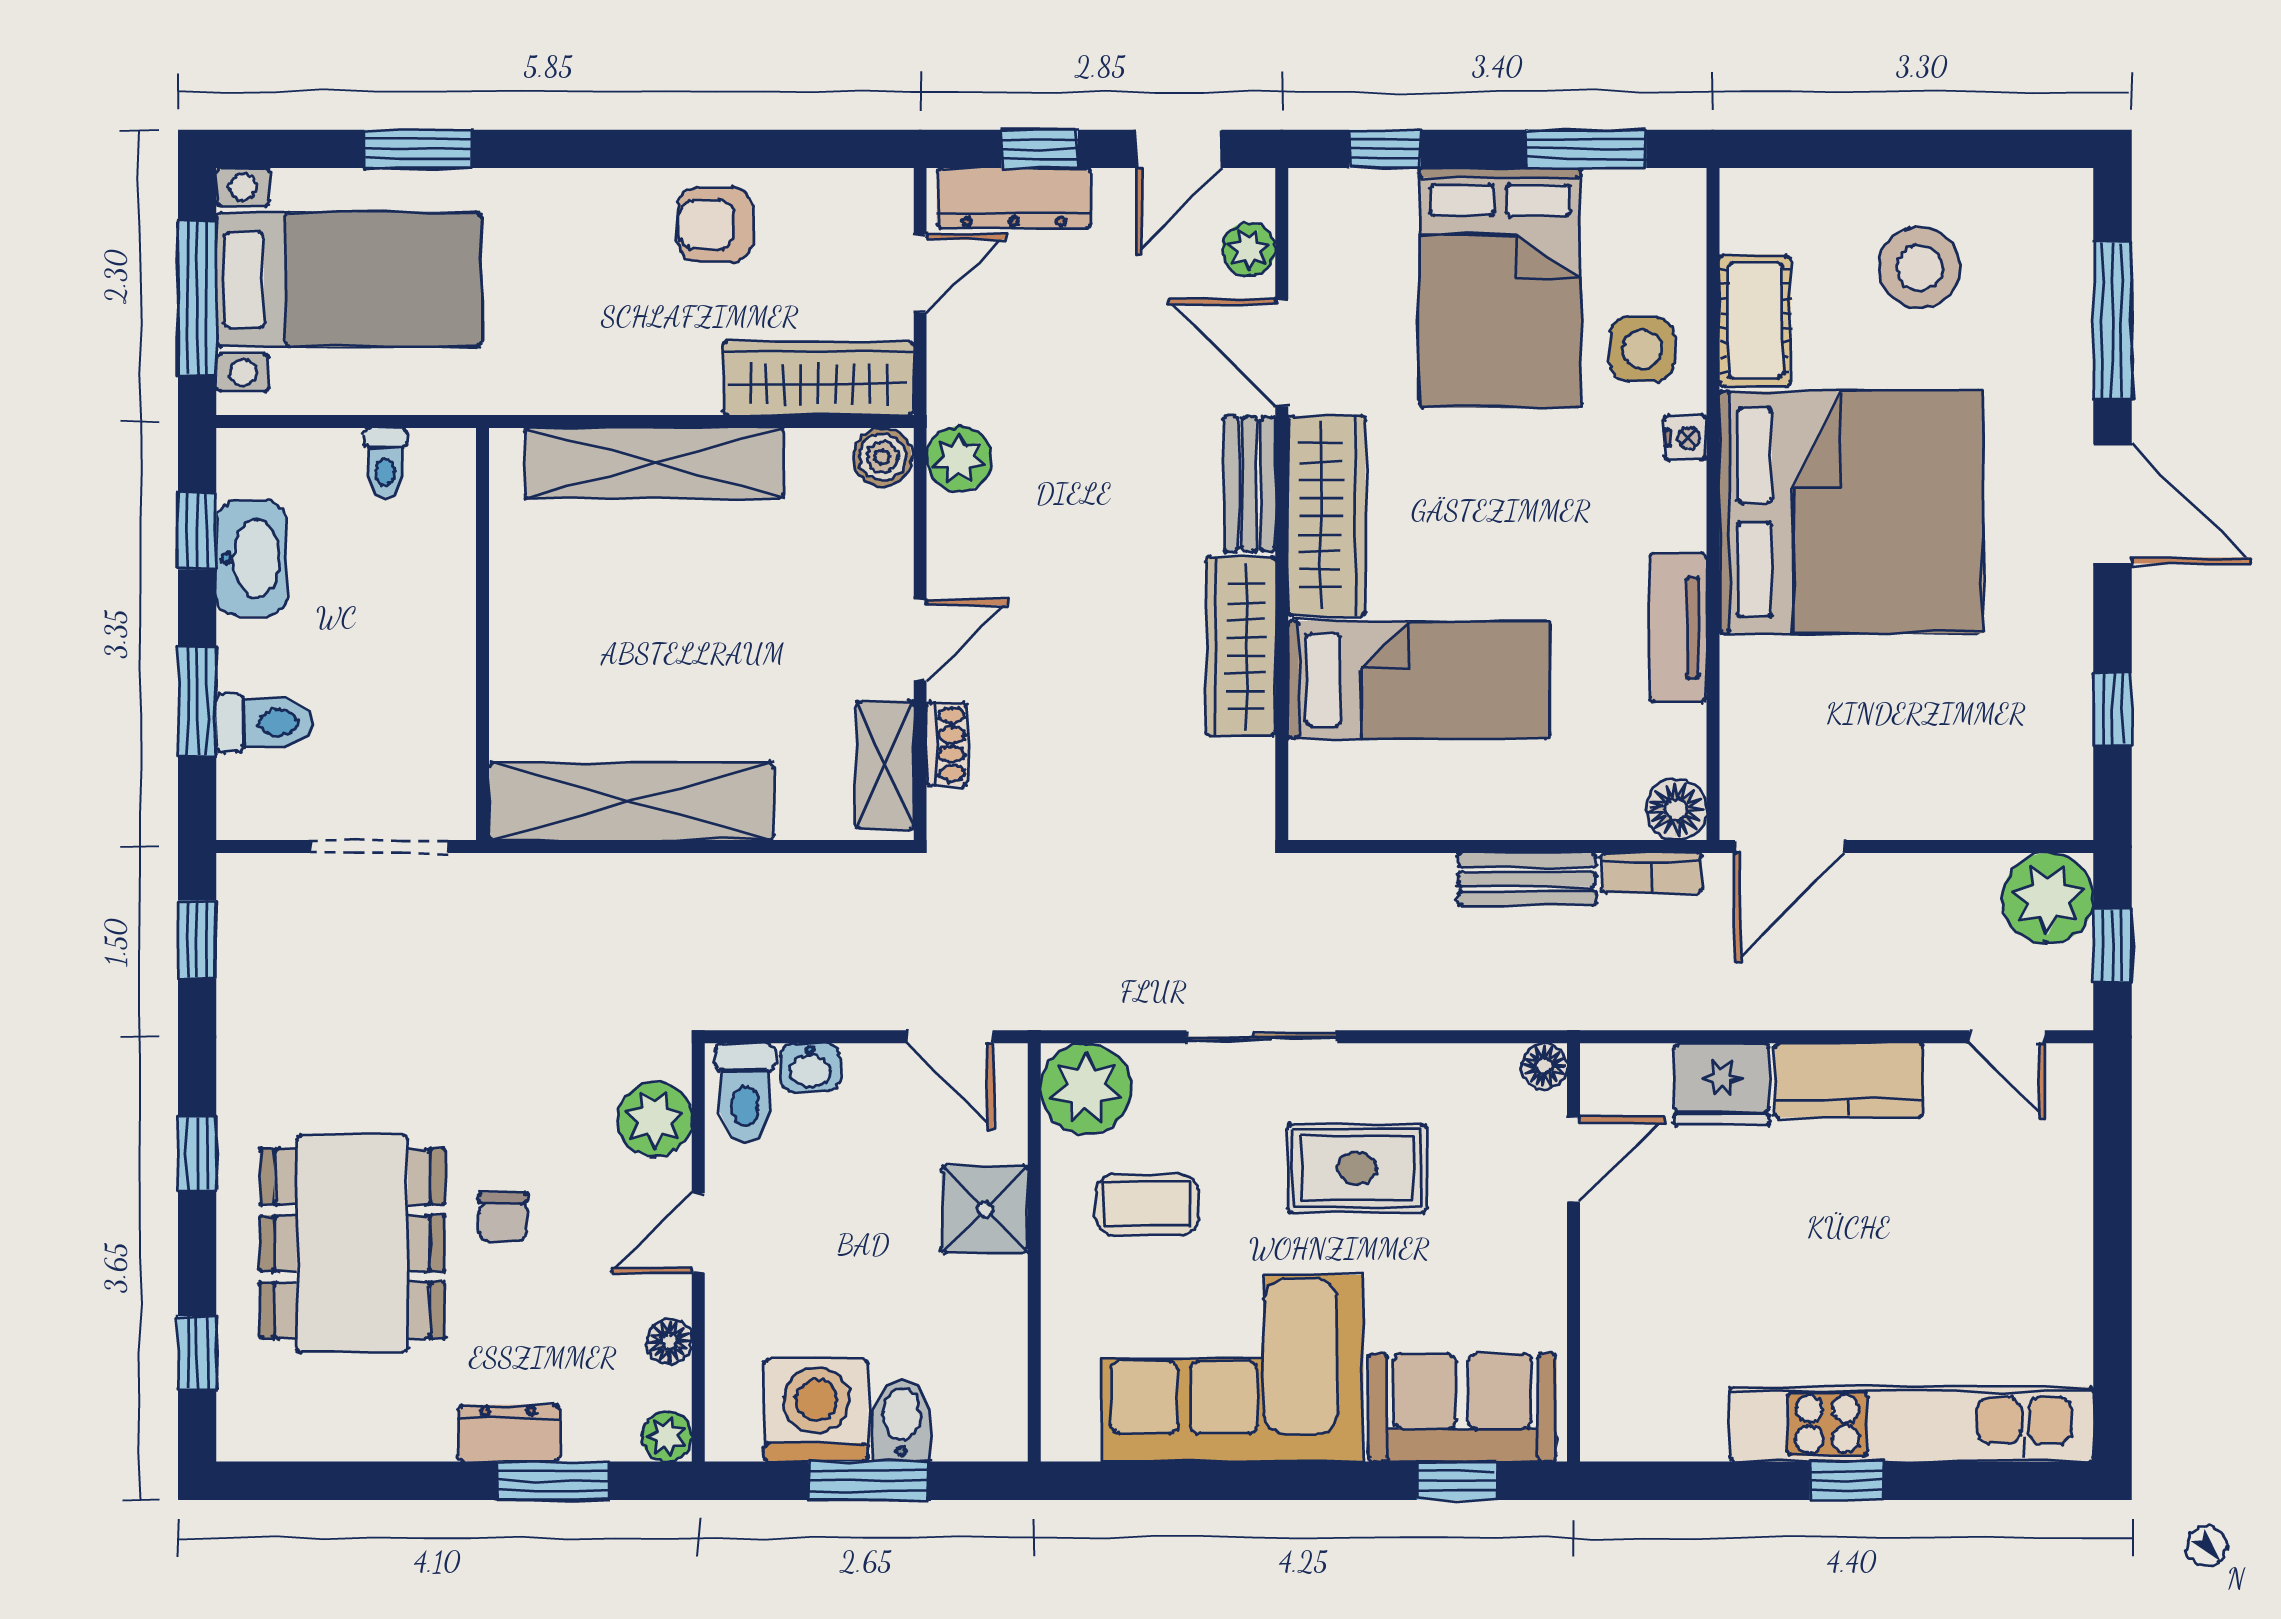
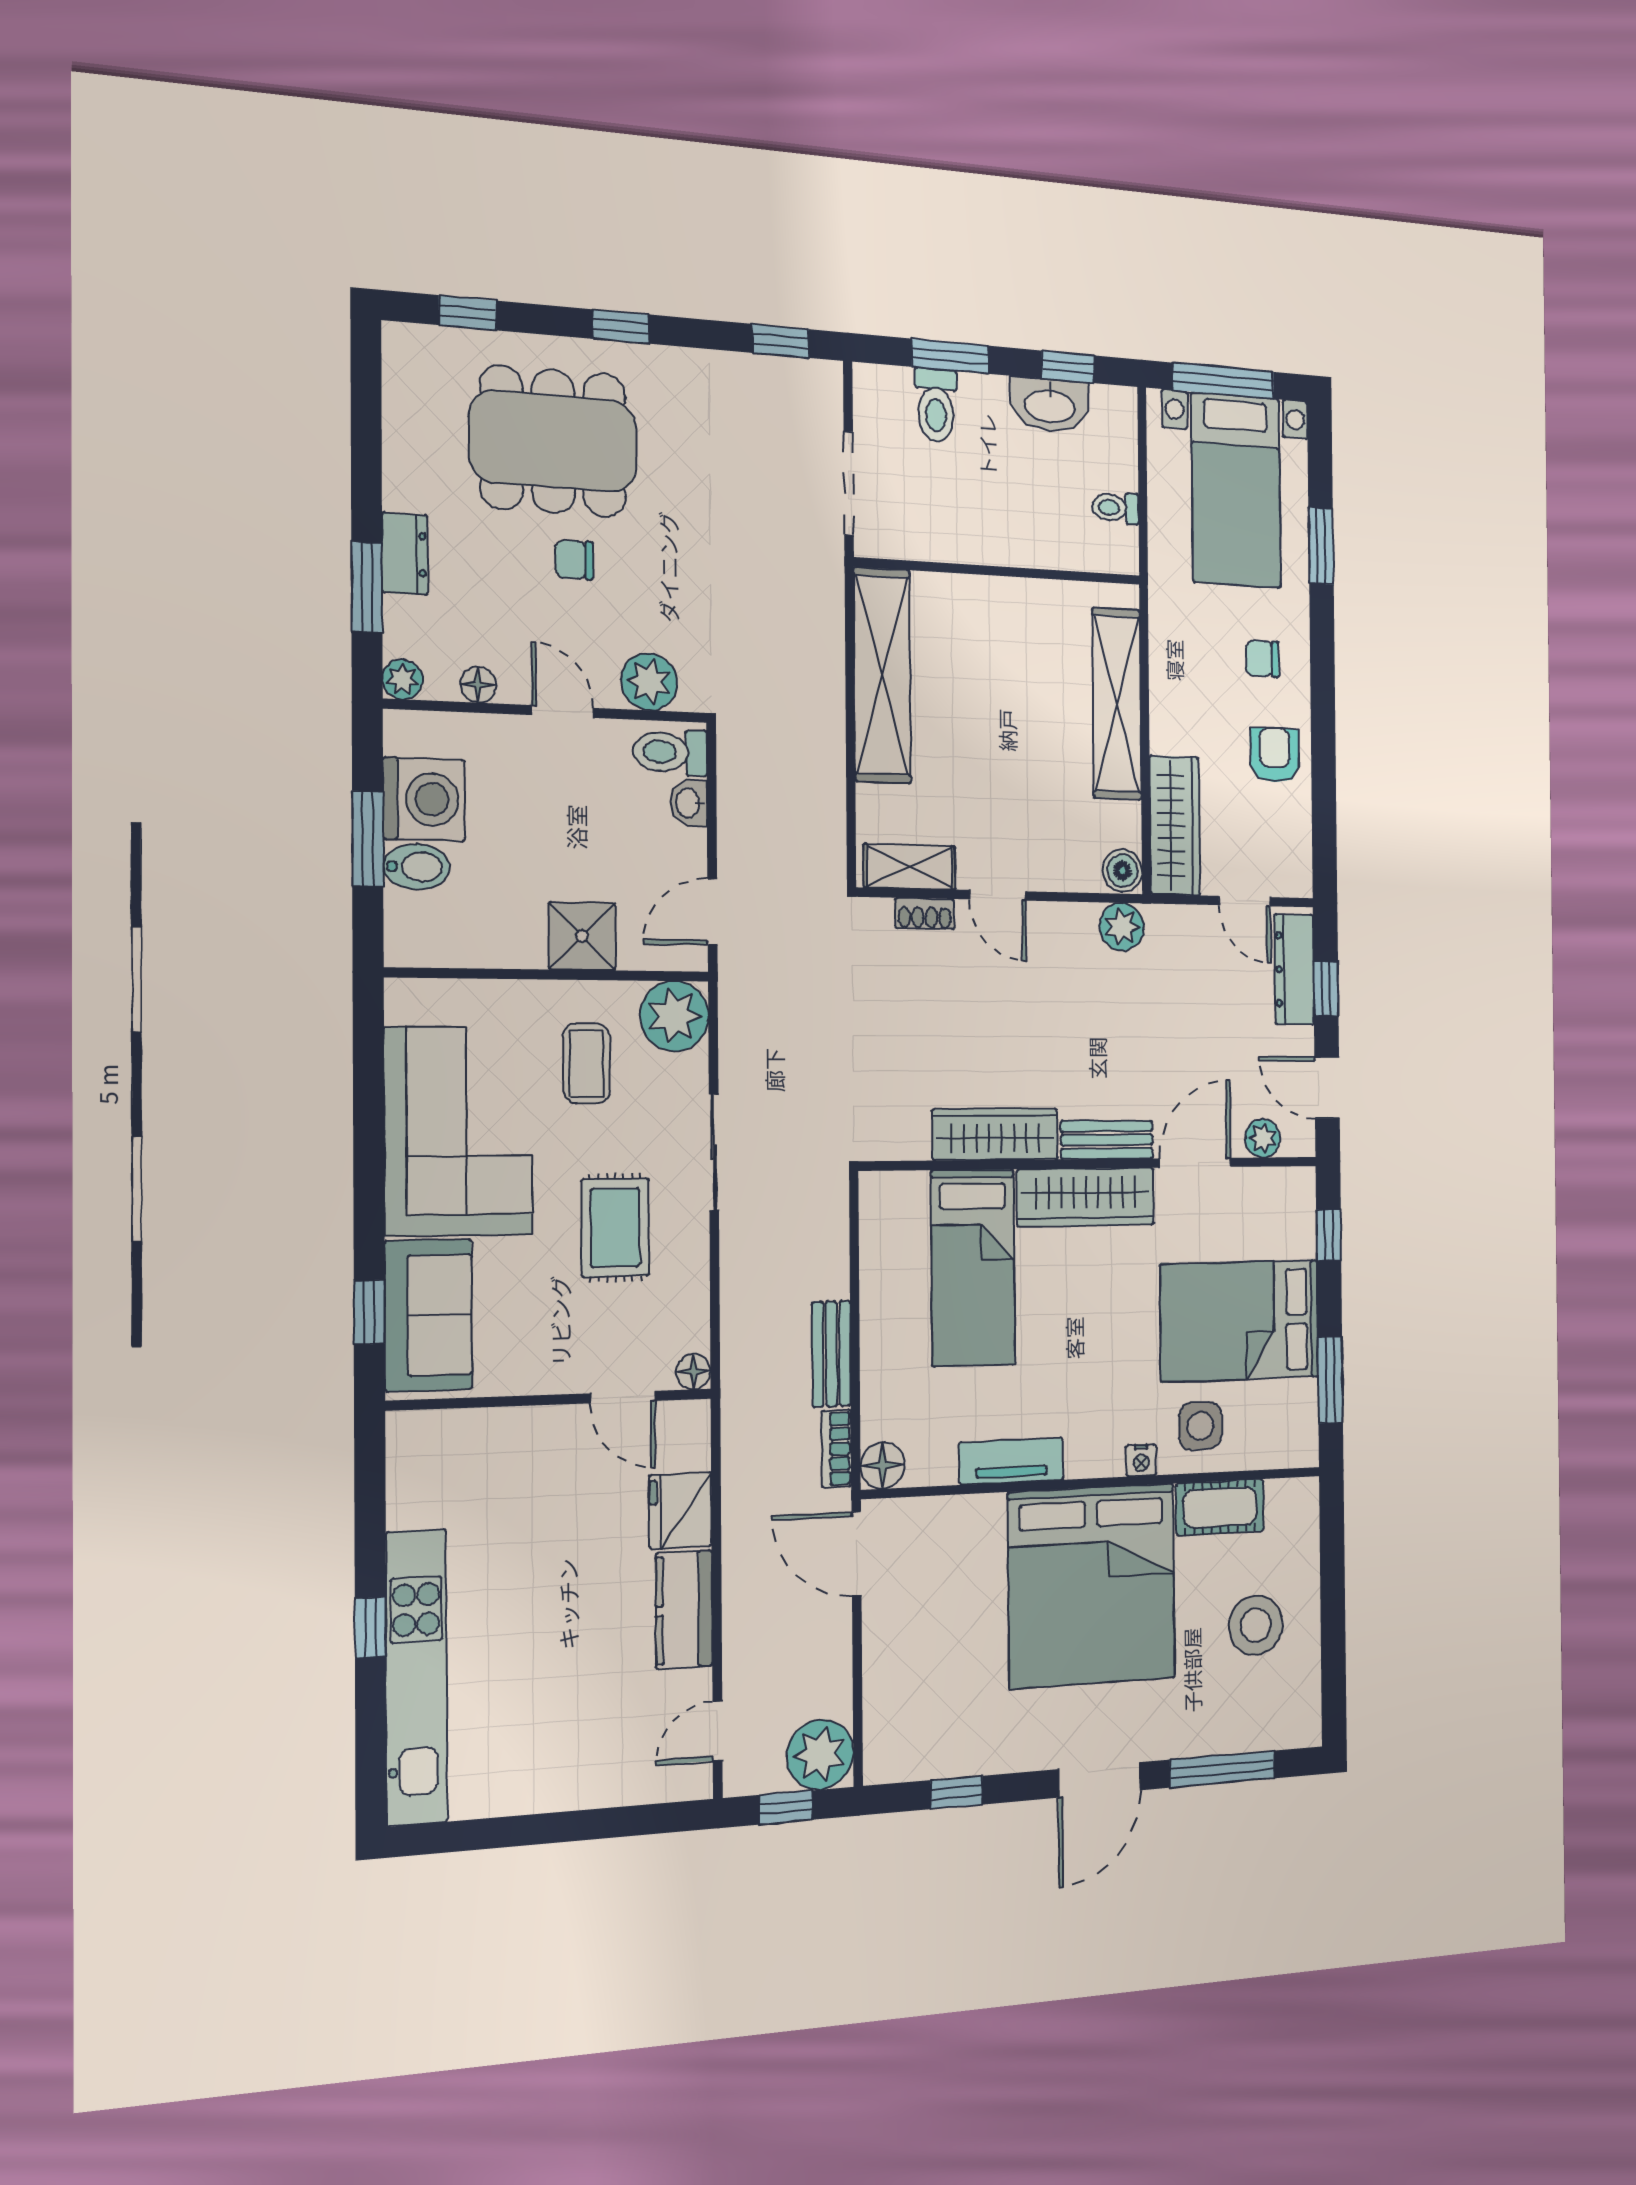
chair: (582, 242) -> (1262, 659), added

